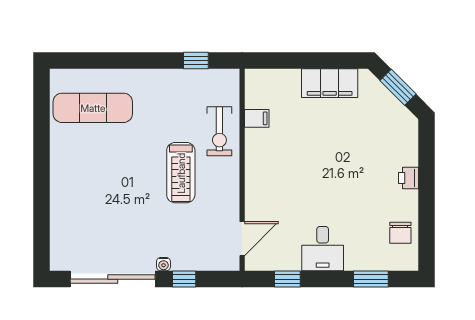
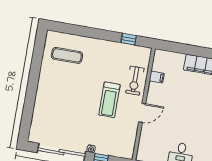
exercise mat: (93, 108) -> (67, 55), width x0.73, depth x0.69
door: (242, 239) -> (142, 113), moved

